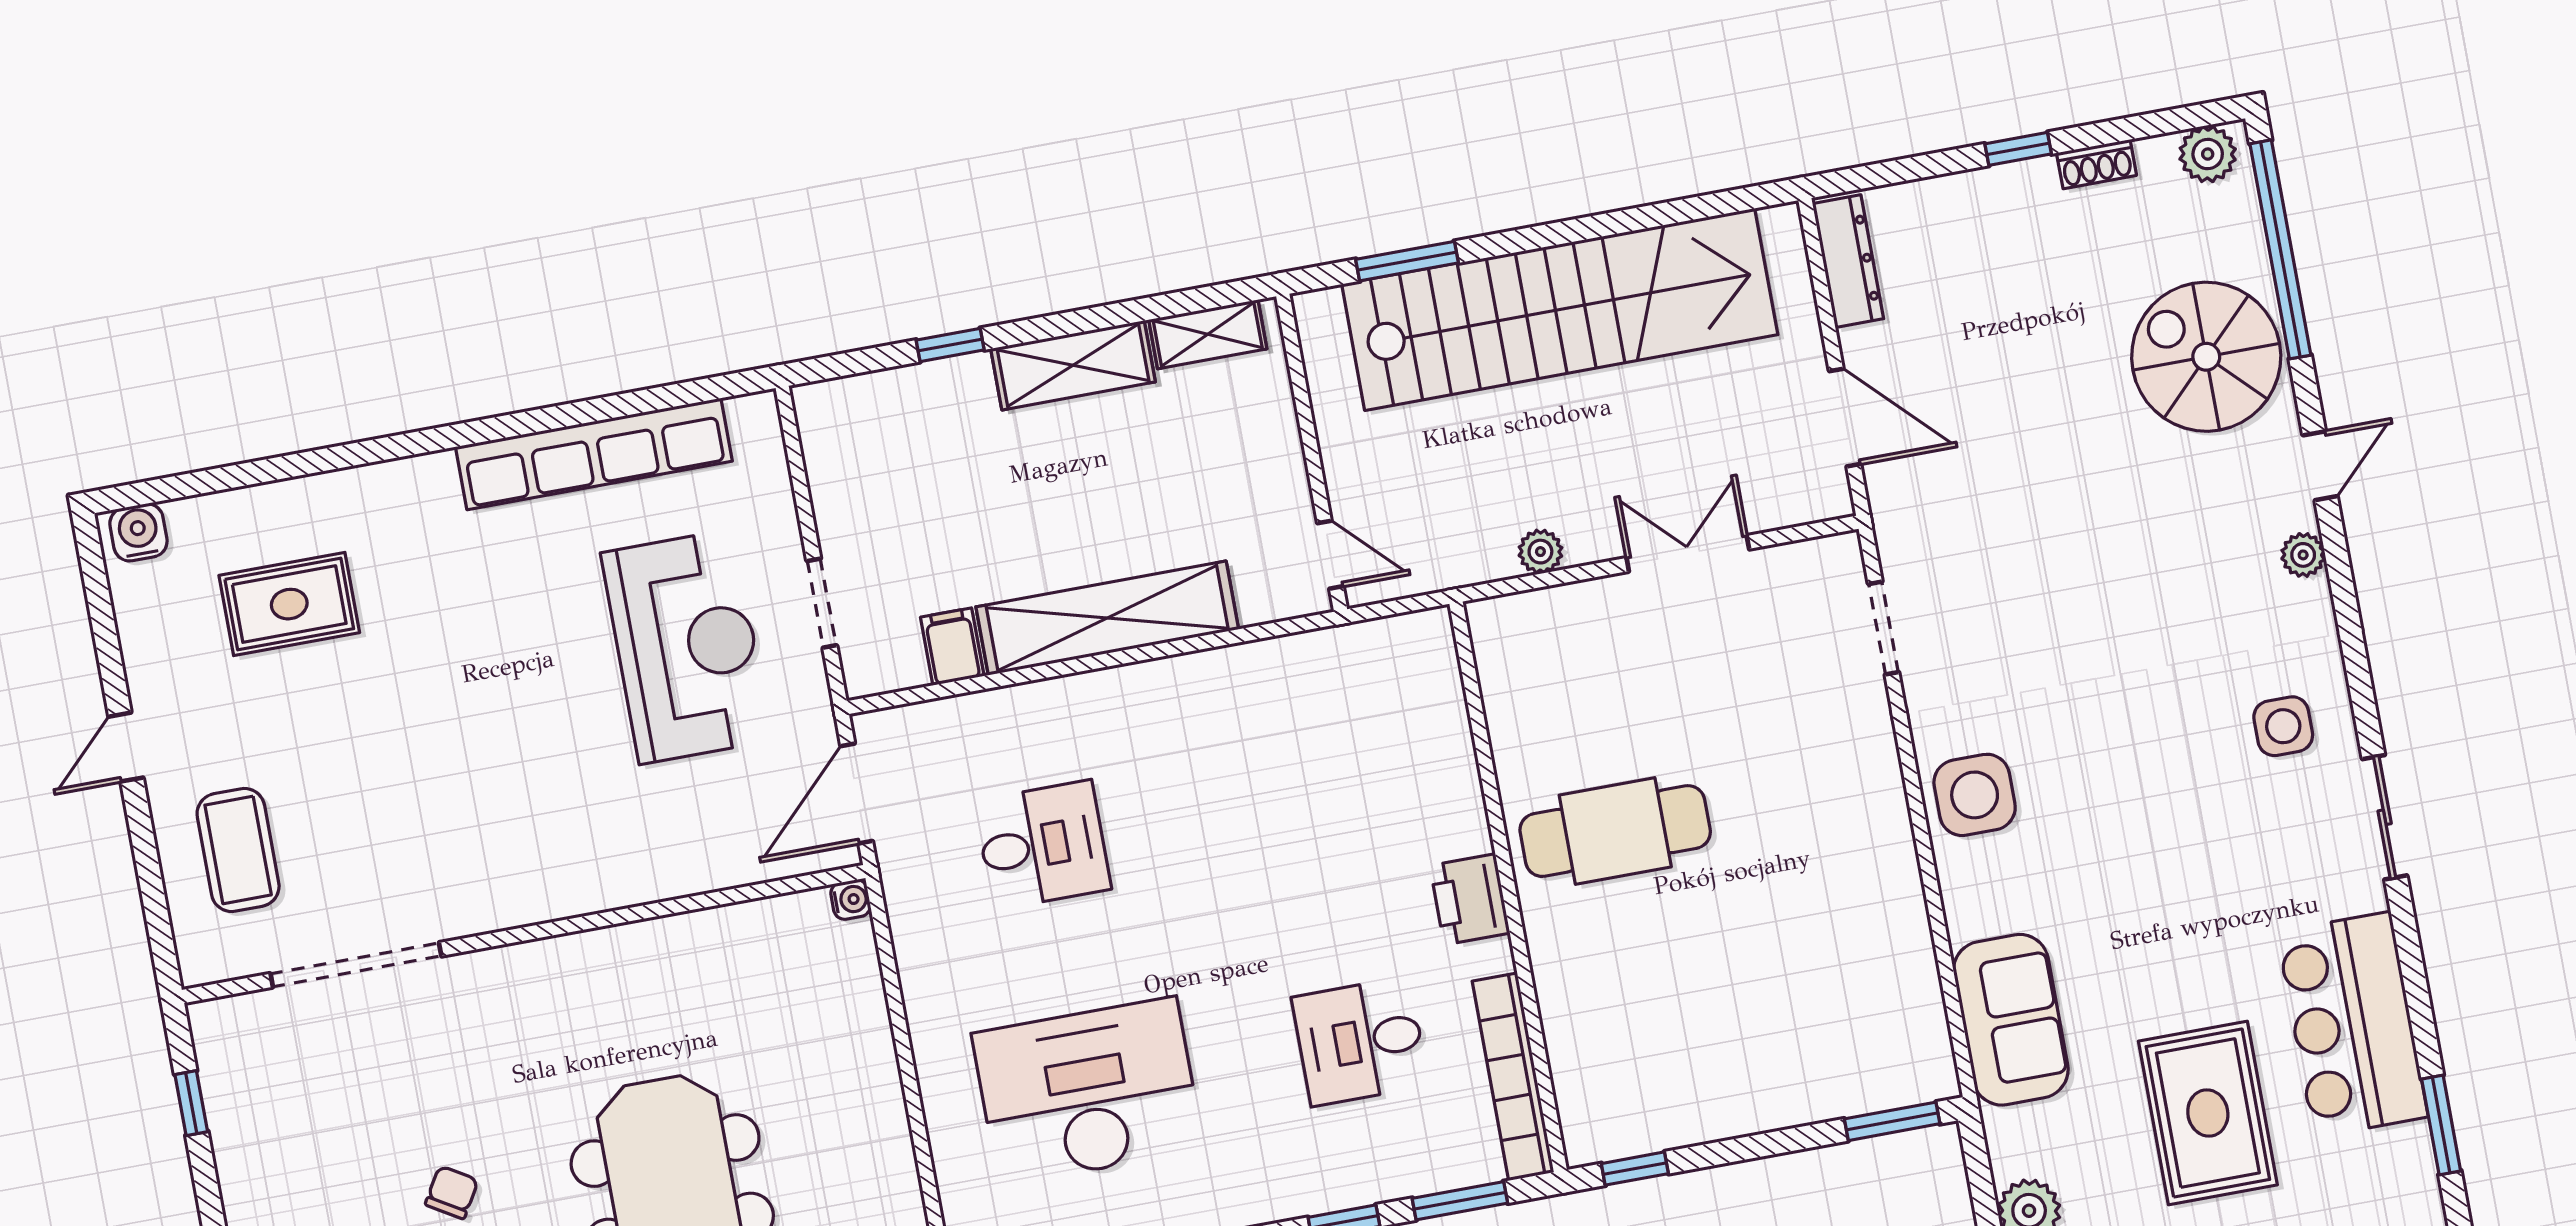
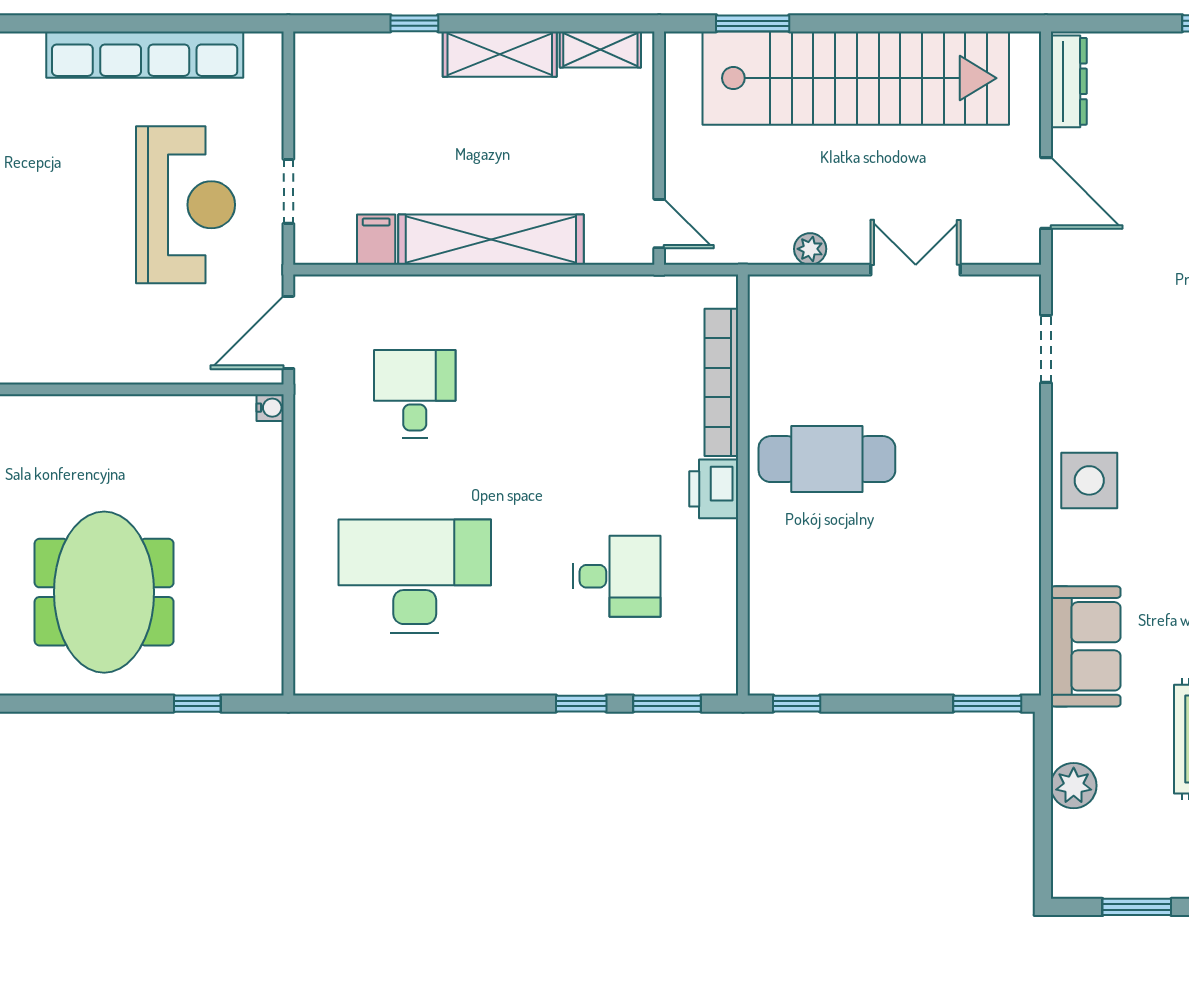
desk: (1043, 845) -> (415, 394), turned -90
desk: (1360, 1041) -> (617, 576), turned 180
bookcase: (1513, 1077) -> (721, 382), moved

